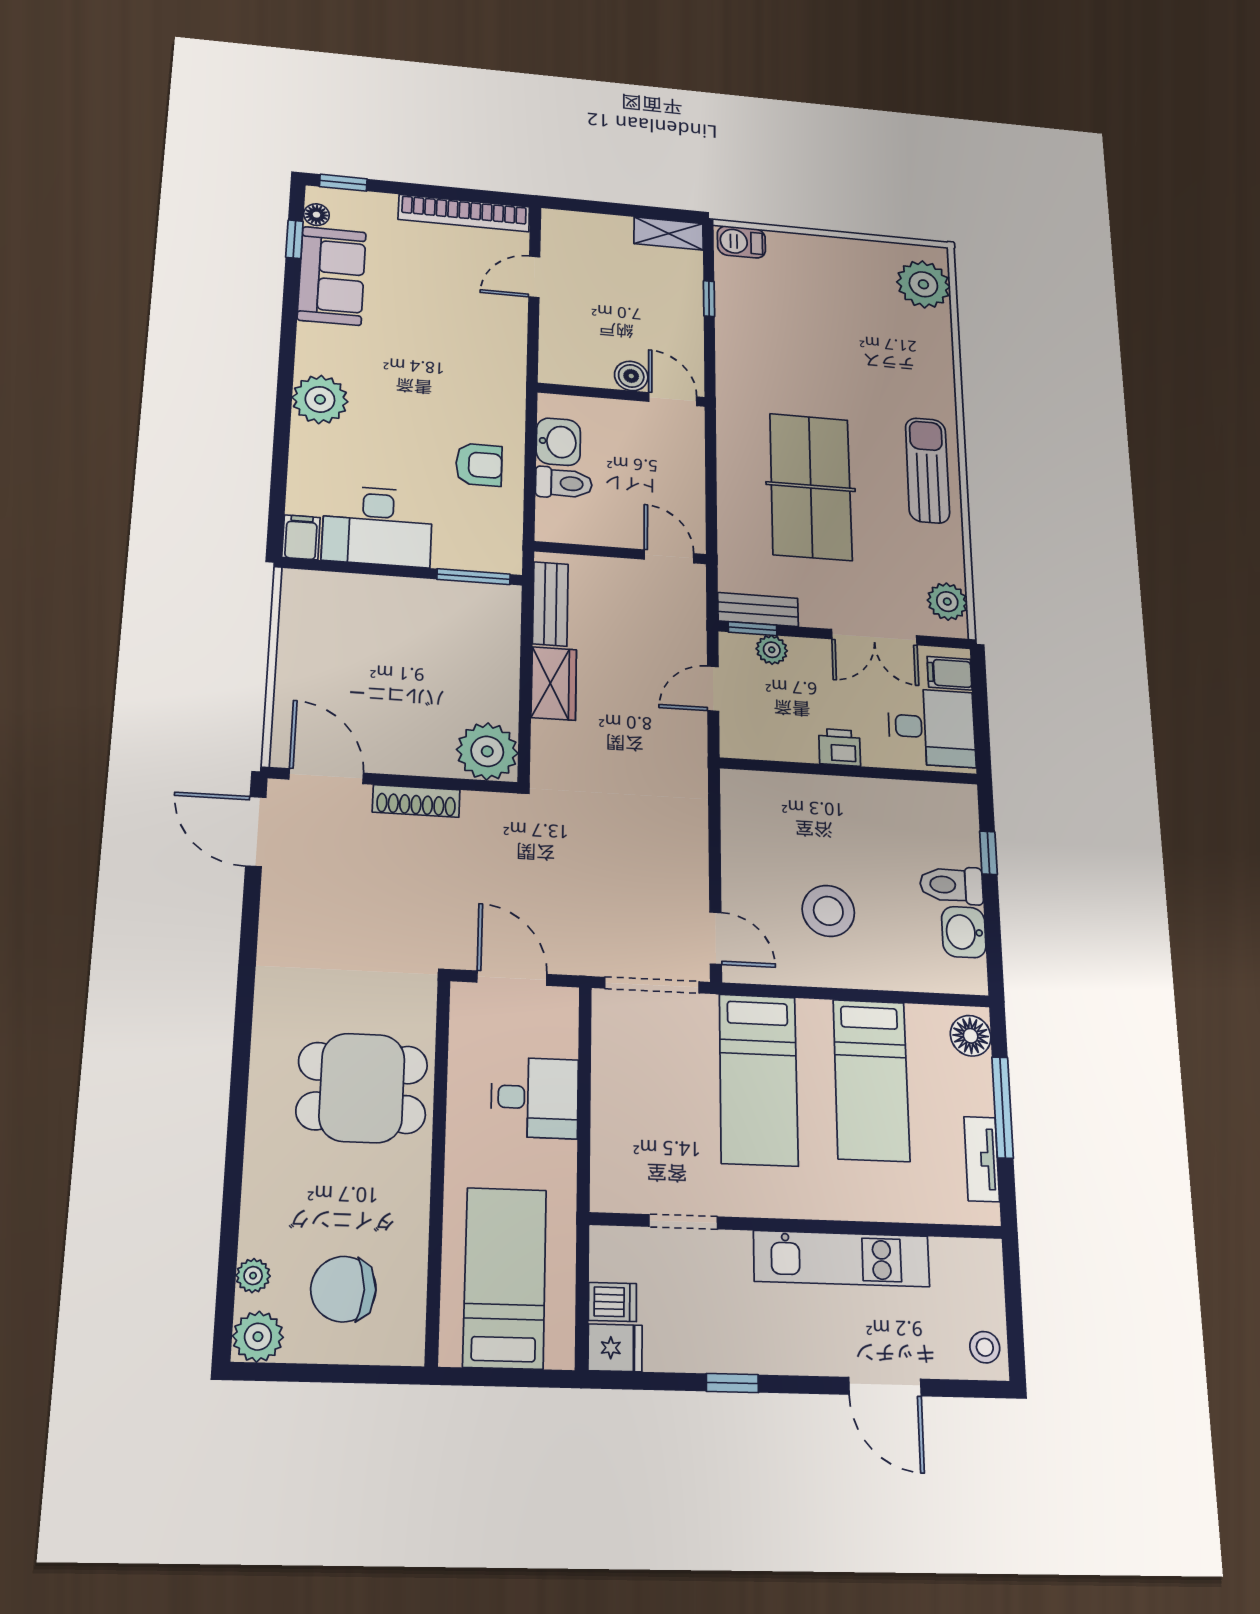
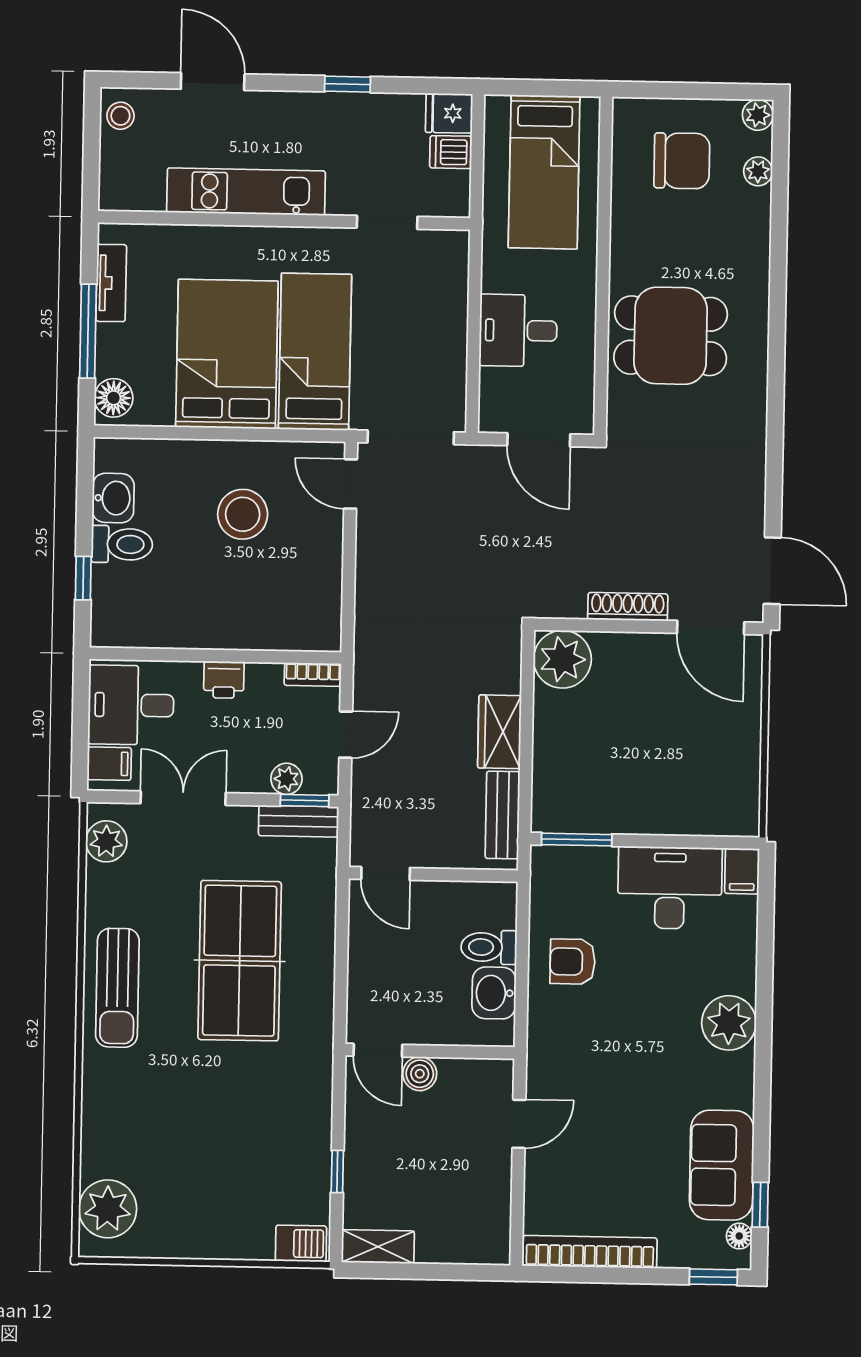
door: (534, 277) -> (519, 1124), moved
bookcase: (749, 748) -> (313, 675), added
bed: (871, 1080) -> (227, 354), width x1.50
plant: (258, 1337) -> (758, 115), width x0.73, depth x0.73

